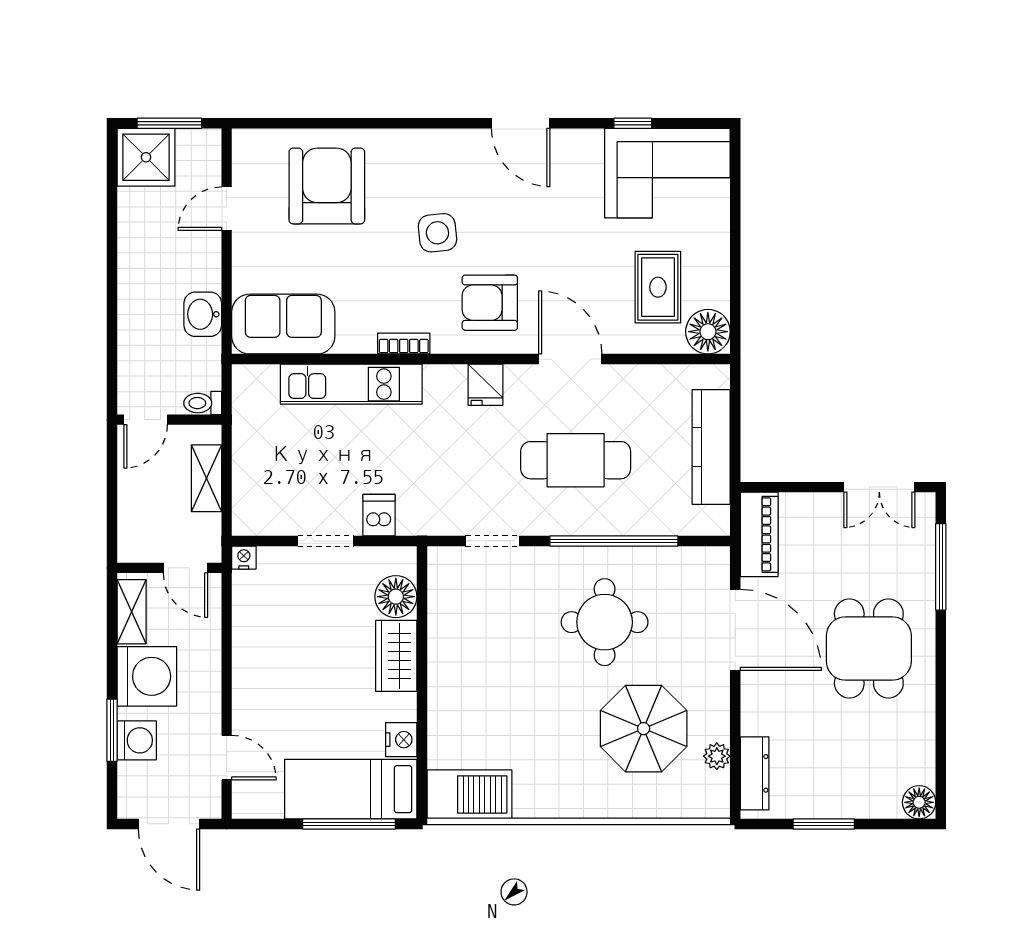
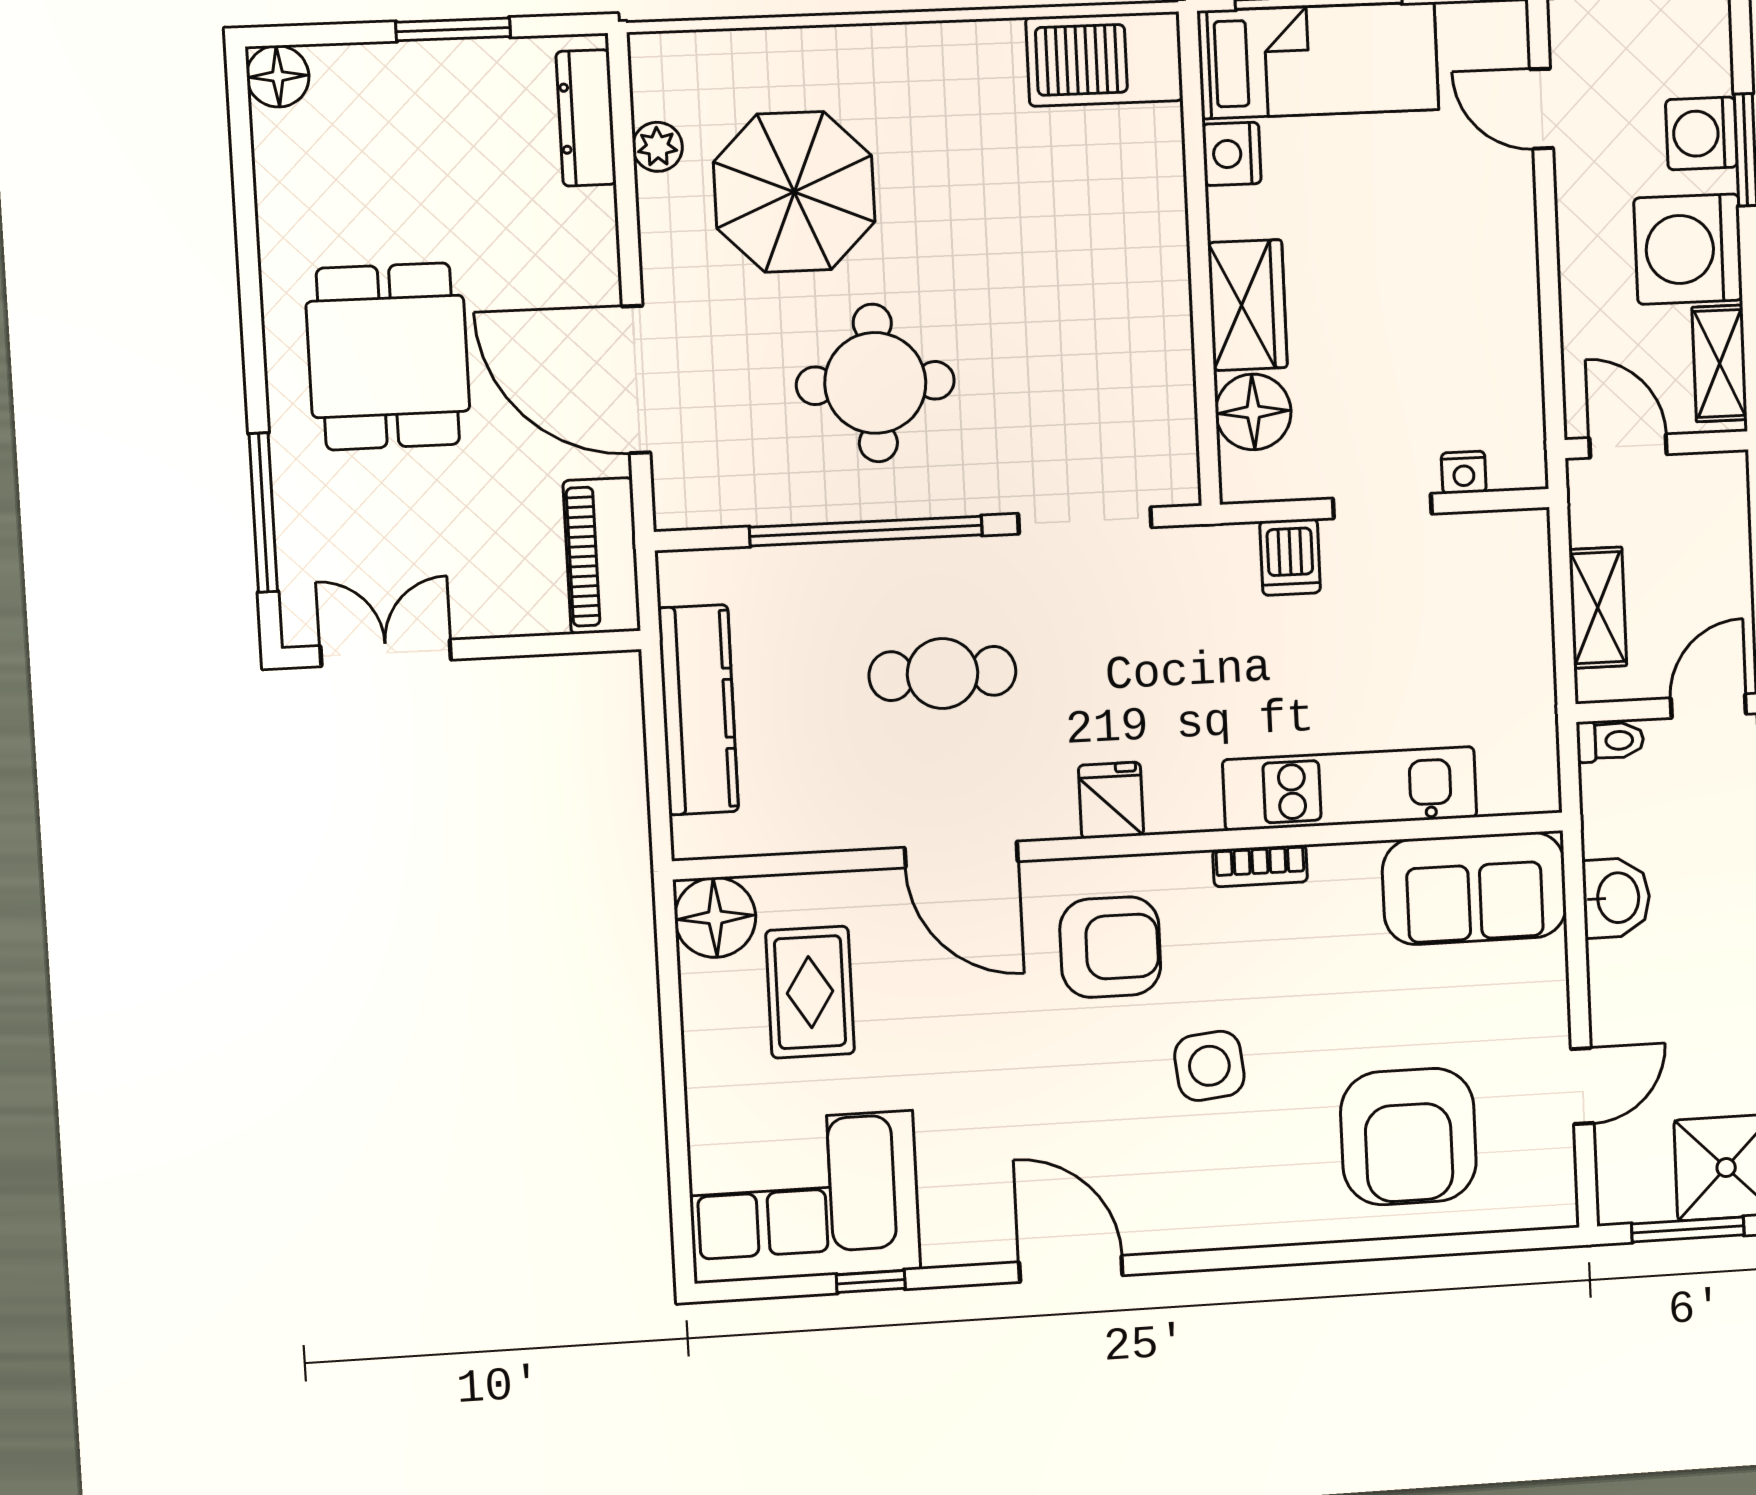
cafe table: (576, 460) -> (943, 674), width x0.73, depth x0.74
doorway: (493, 541) -> (1085, 520), width x1.38
nightstand: (244, 558) -> (1464, 472), moved

